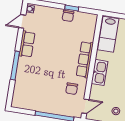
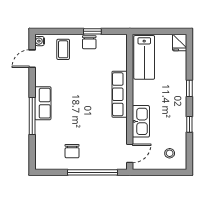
coffee table: (47, 18) -> (63, 49), added
row of seats: (27, 44) -> (43, 103), moved
kitchen sink: (100, 72) -> (141, 121), moved
chair: (72, 89) -> (72, 151), moved

